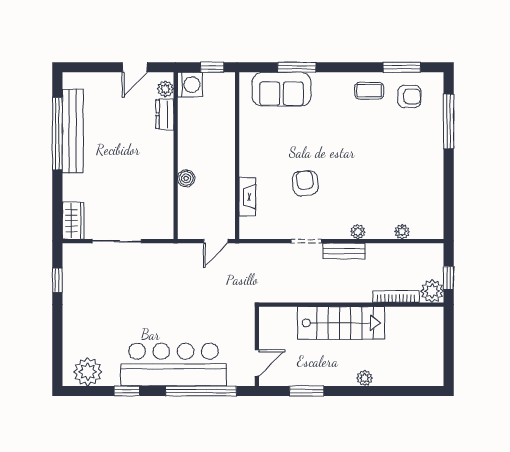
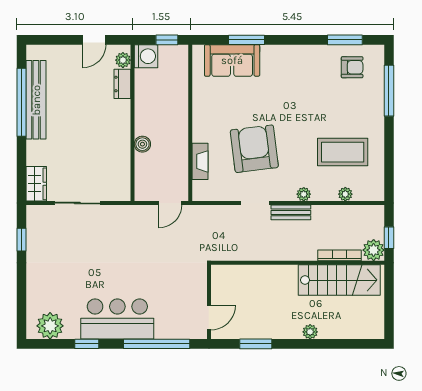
coffee table: (369, 91) -> (343, 152), moved, width x1.86, depth x1.72
armchair: (305, 183) -> (254, 149), width x1.88, depth x1.88
stairs: (341, 323) -> (339, 280), moved
bar counter: (173, 365) -> (117, 319), width x0.73

